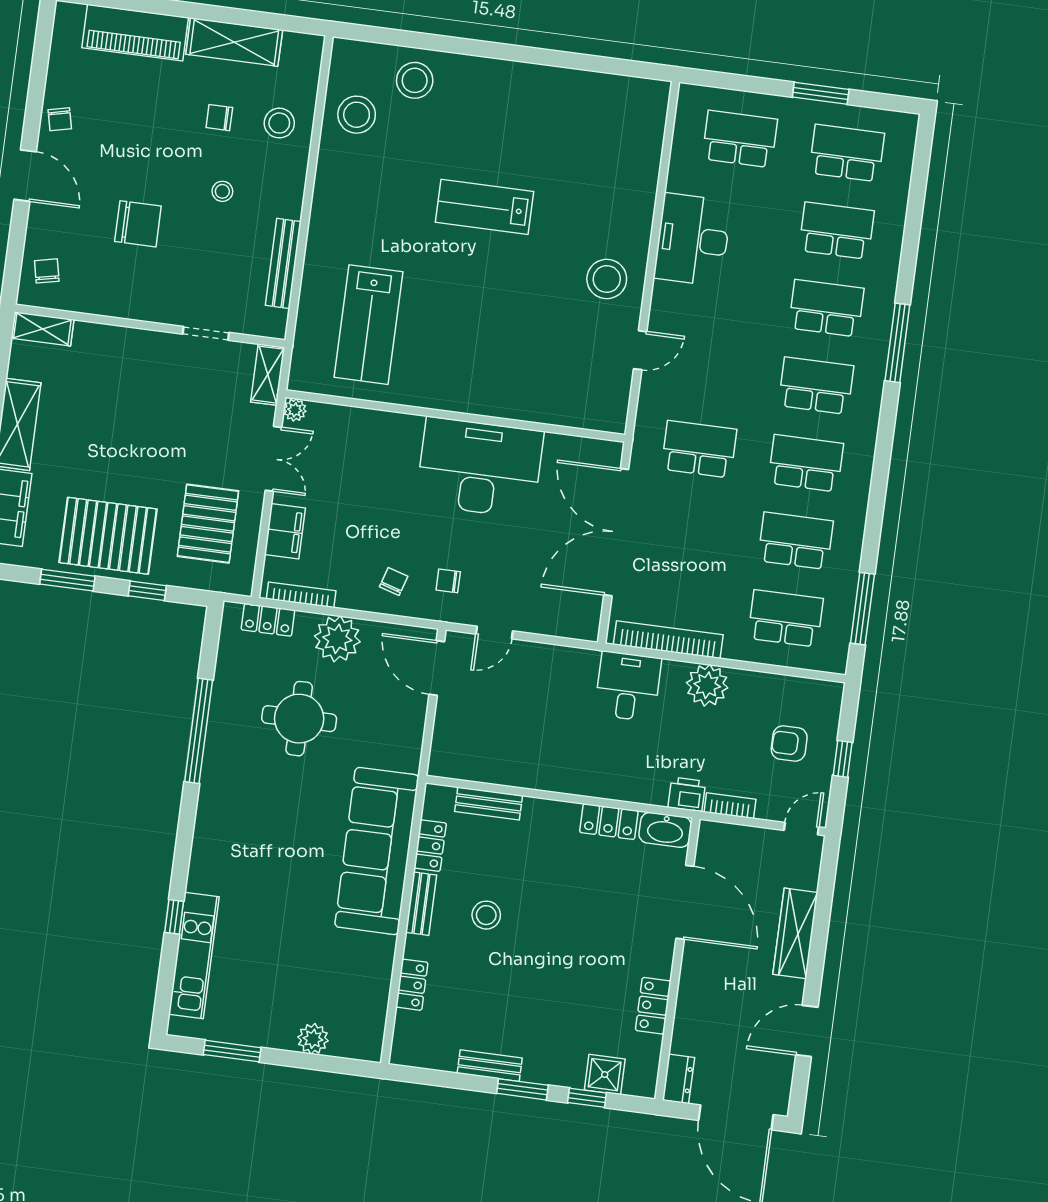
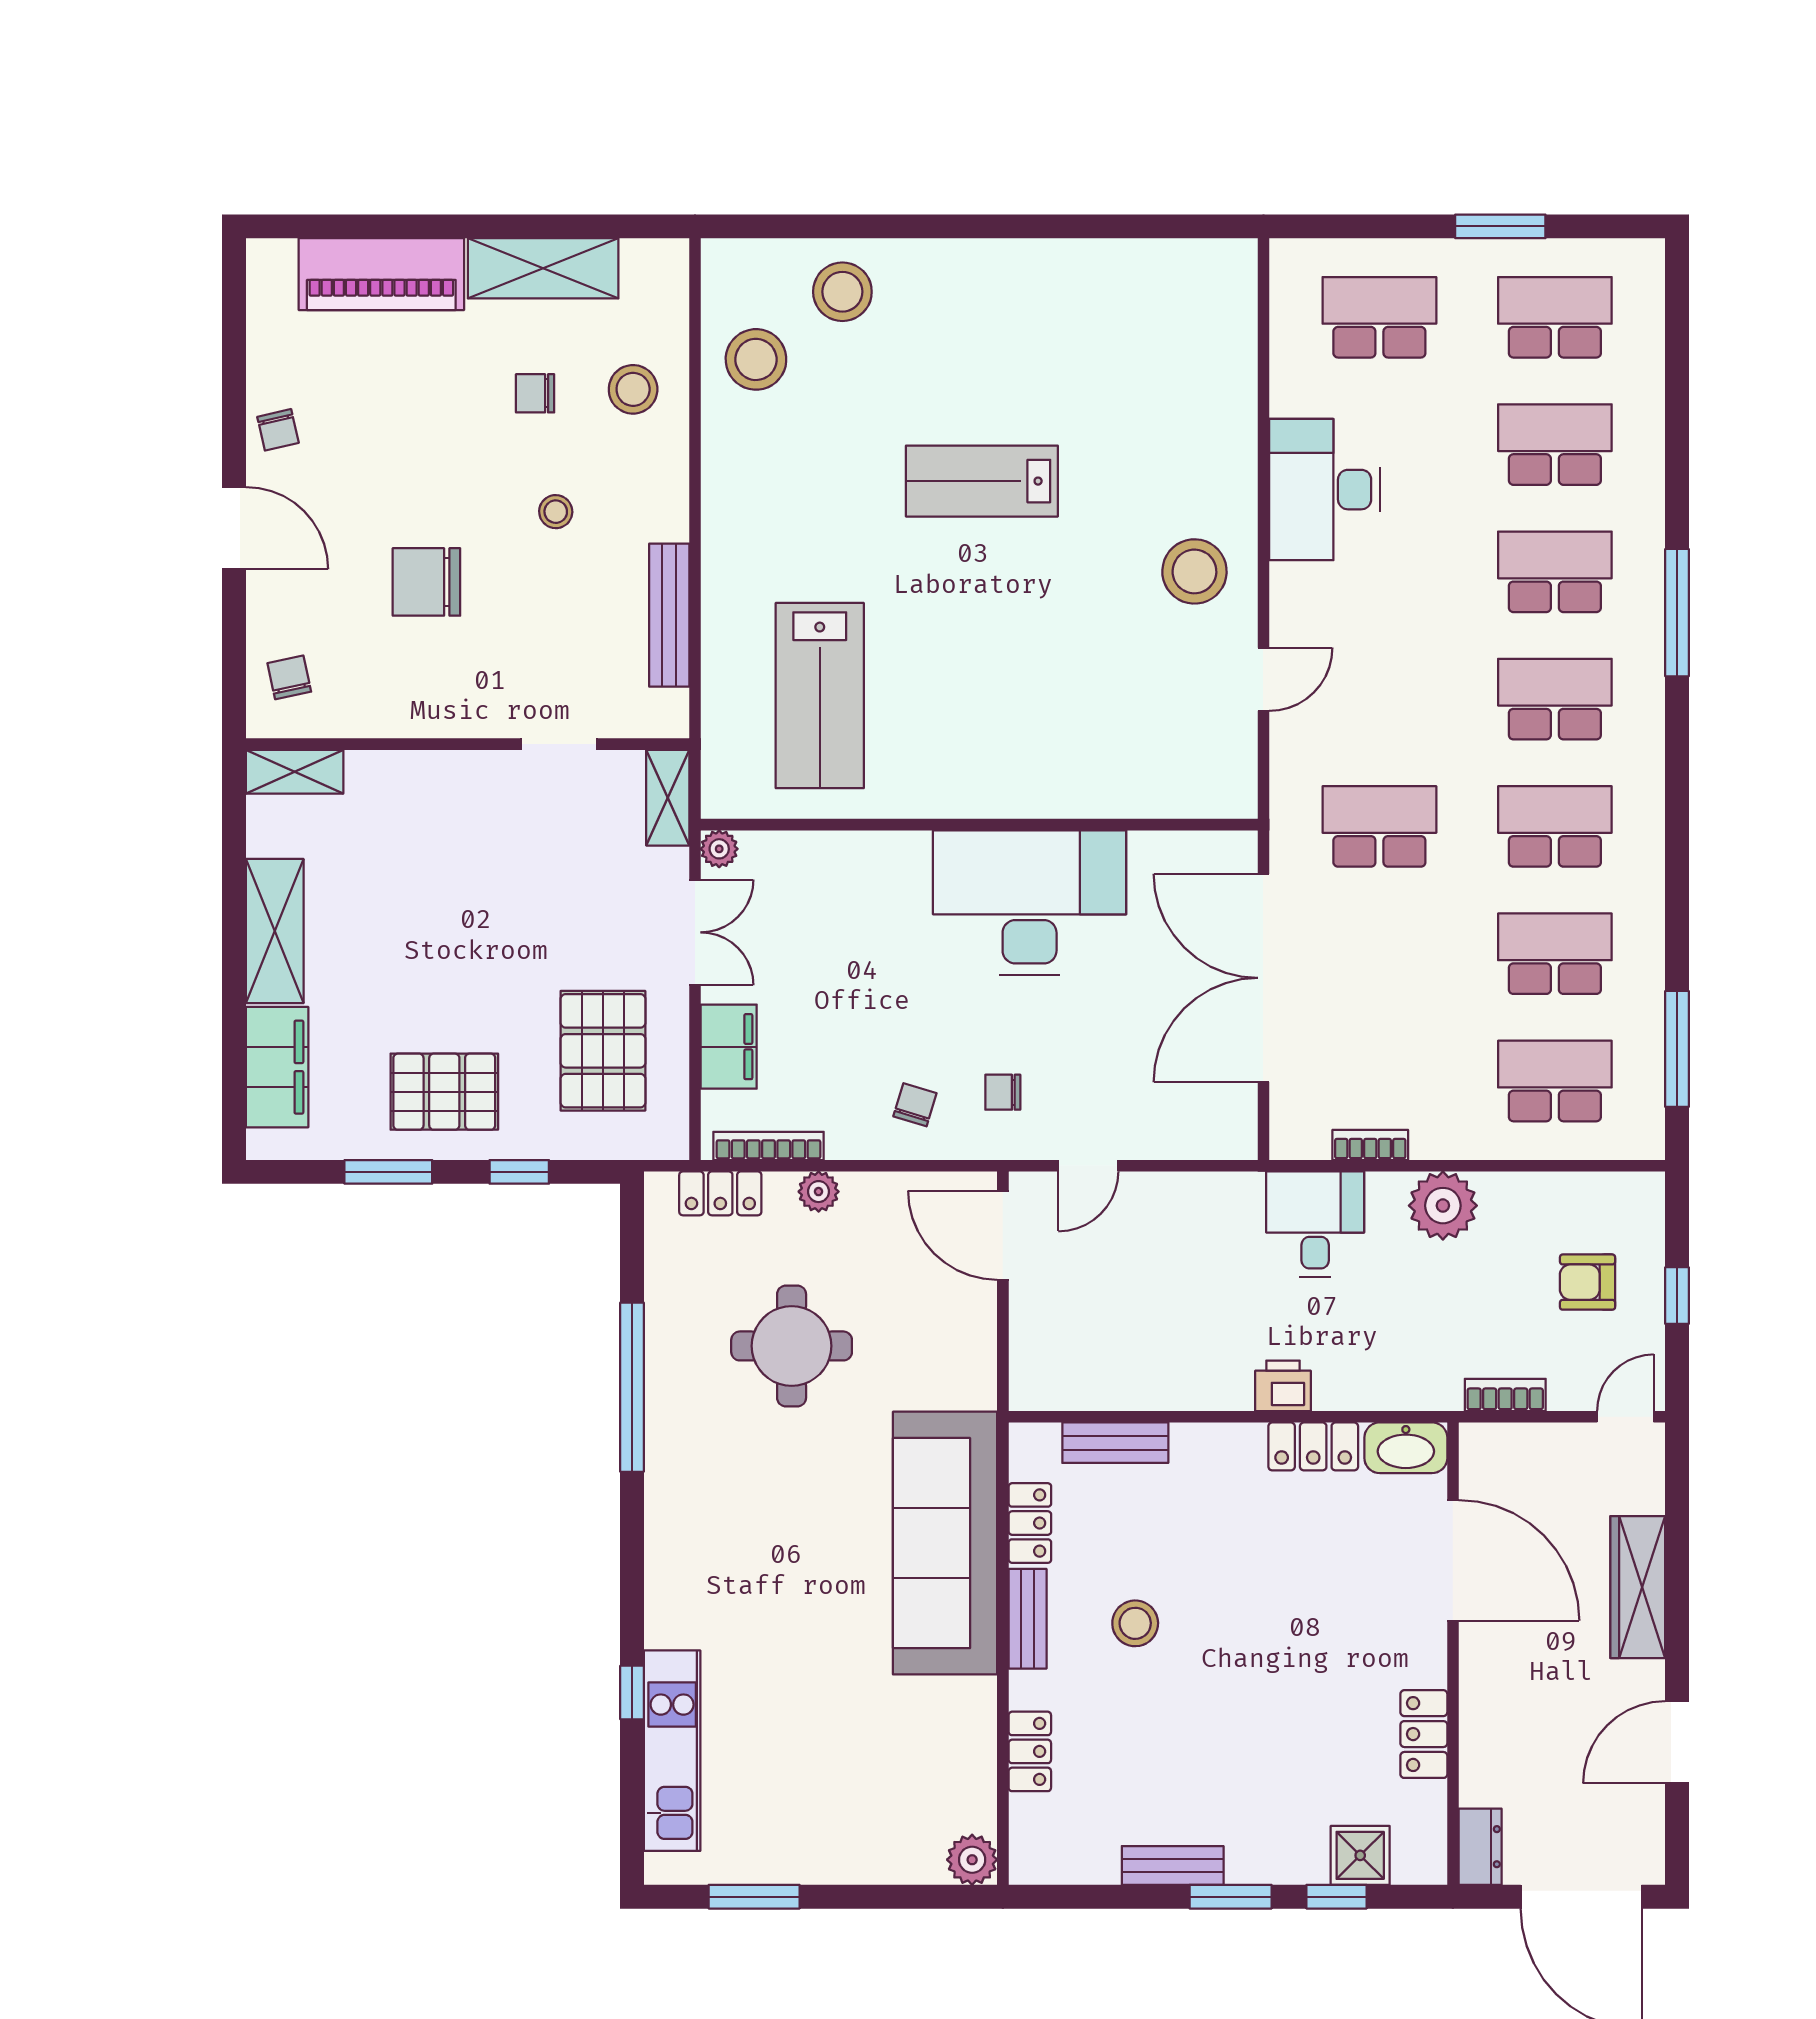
chair: (138, 224) -> (426, 582), turned 180
pallet: (108, 536) -> (444, 1092), width x0.73, depth x0.71
plant: (337, 639) -> (819, 1192), width x0.53, depth x0.53
bookcase: (668, 640) -> (1370, 1145), width x0.43, depth x0.76
printer: (687, 794) -> (1283, 1386), moved
plant: (313, 1039) -> (972, 1860), moved

